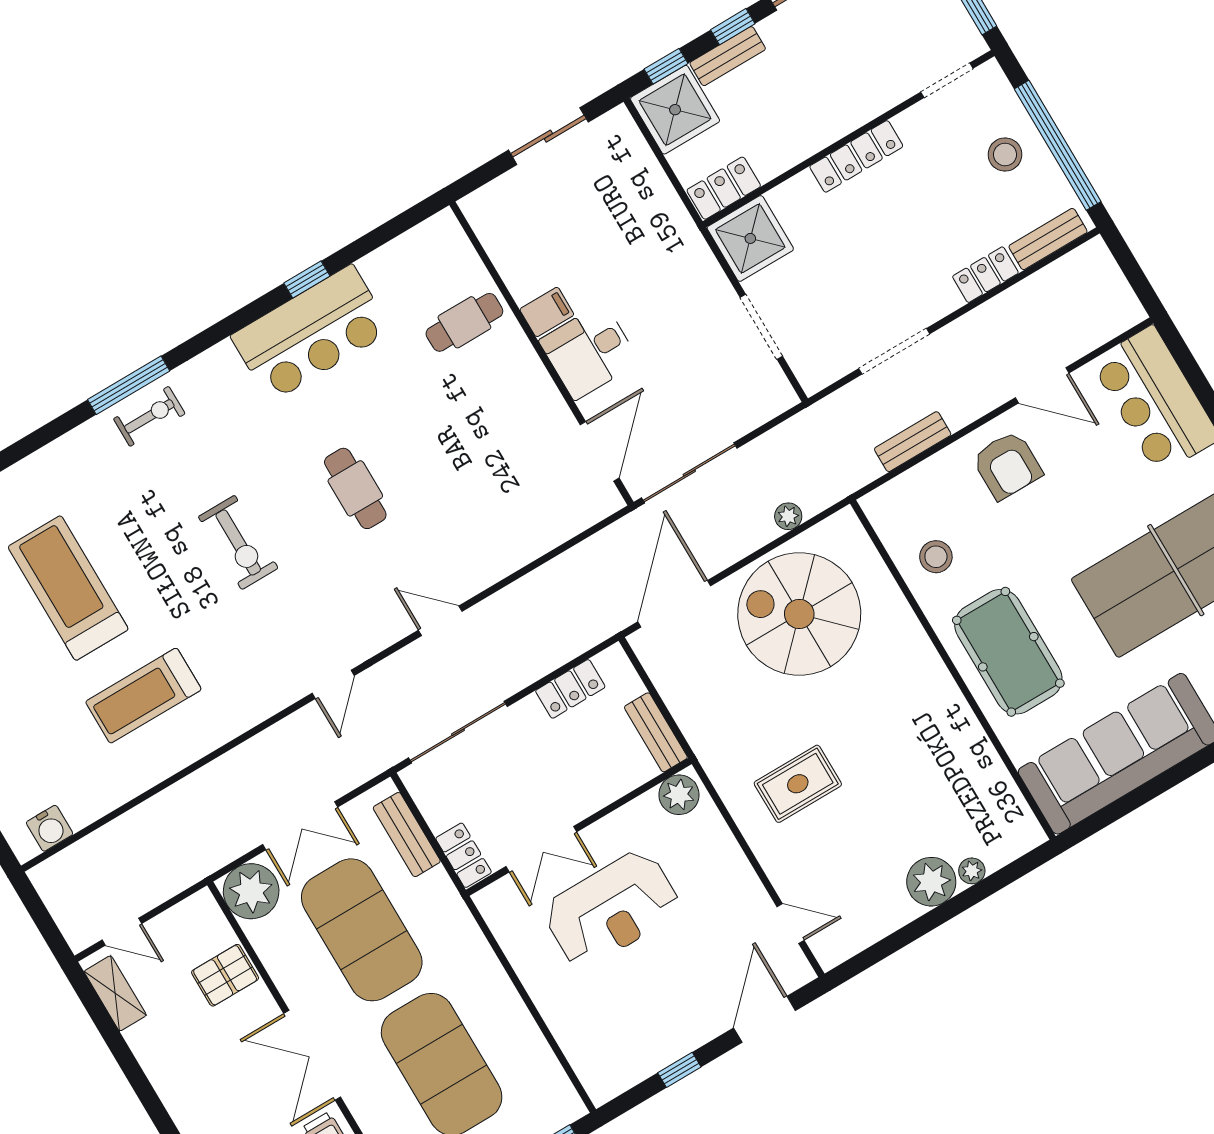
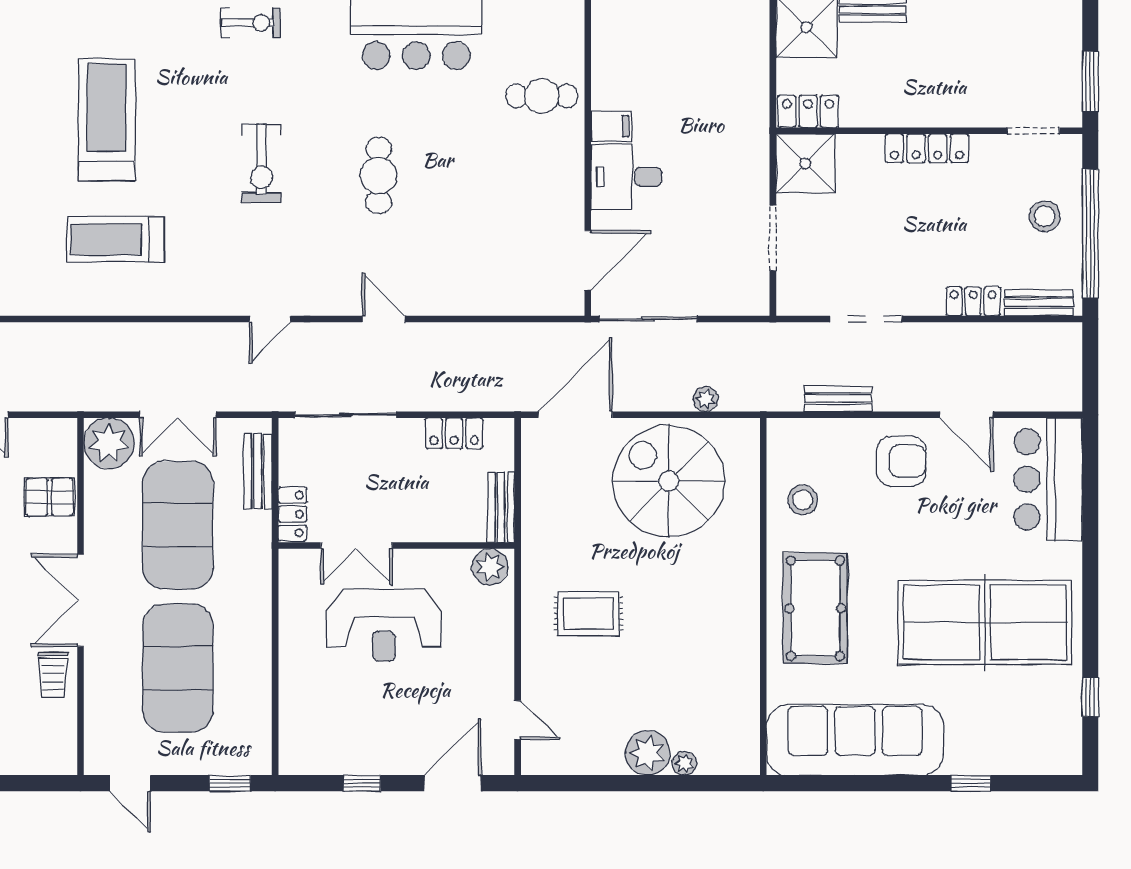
armchair: (1007, 465) -> (901, 461), turned -90

